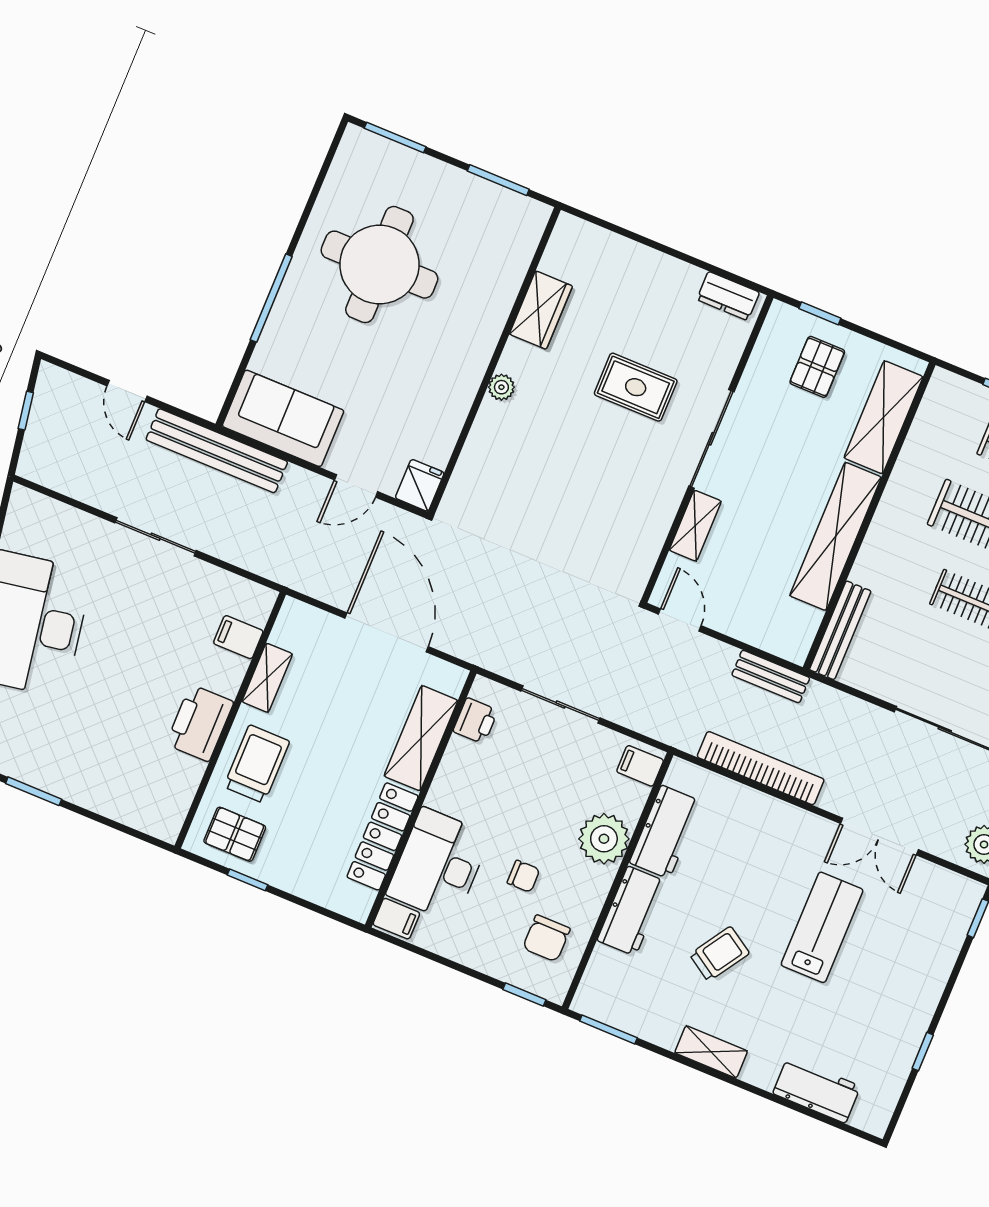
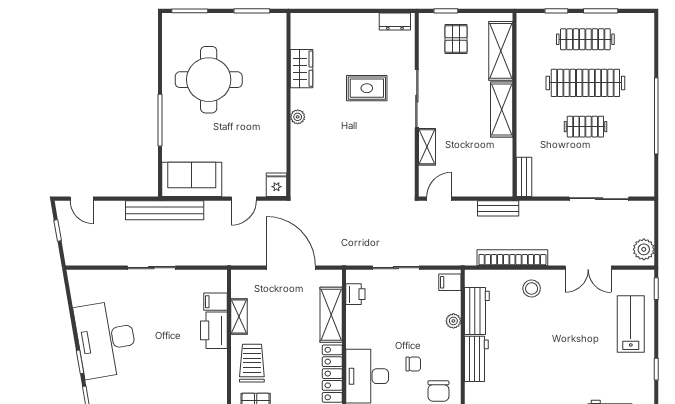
door: (127, 391) -> (82, 199), moved
shelving: (836, 536) -> (502, 110), width x0.68
door: (680, 620) -> (439, 199), hinge flipped
bench: (840, 630) -> (524, 177), width x0.73
printer: (200, 723) -> (214, 330), moved
stool: (771, 832) -> (532, 288), added
plant: (604, 839) -> (453, 321), width x0.53, depth x0.53
lab bench: (822, 927) -> (631, 324), moved
trolley: (719, 954) -> (531, 362), removed

